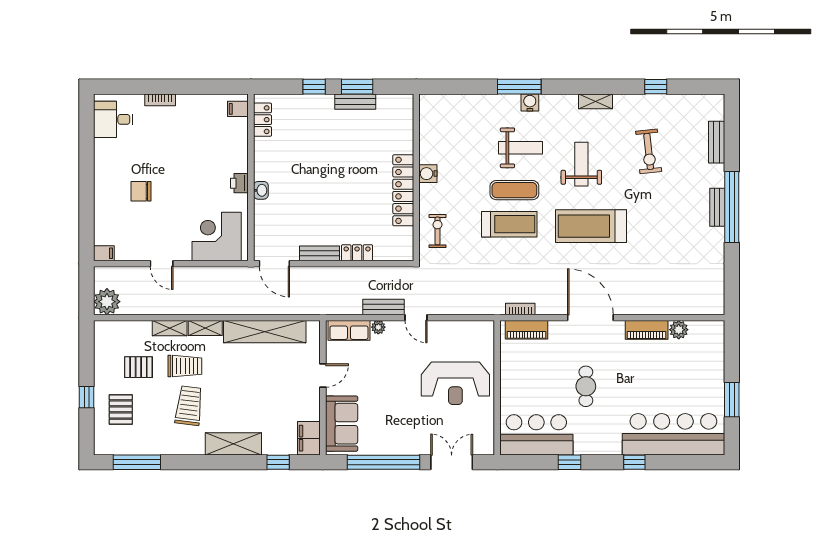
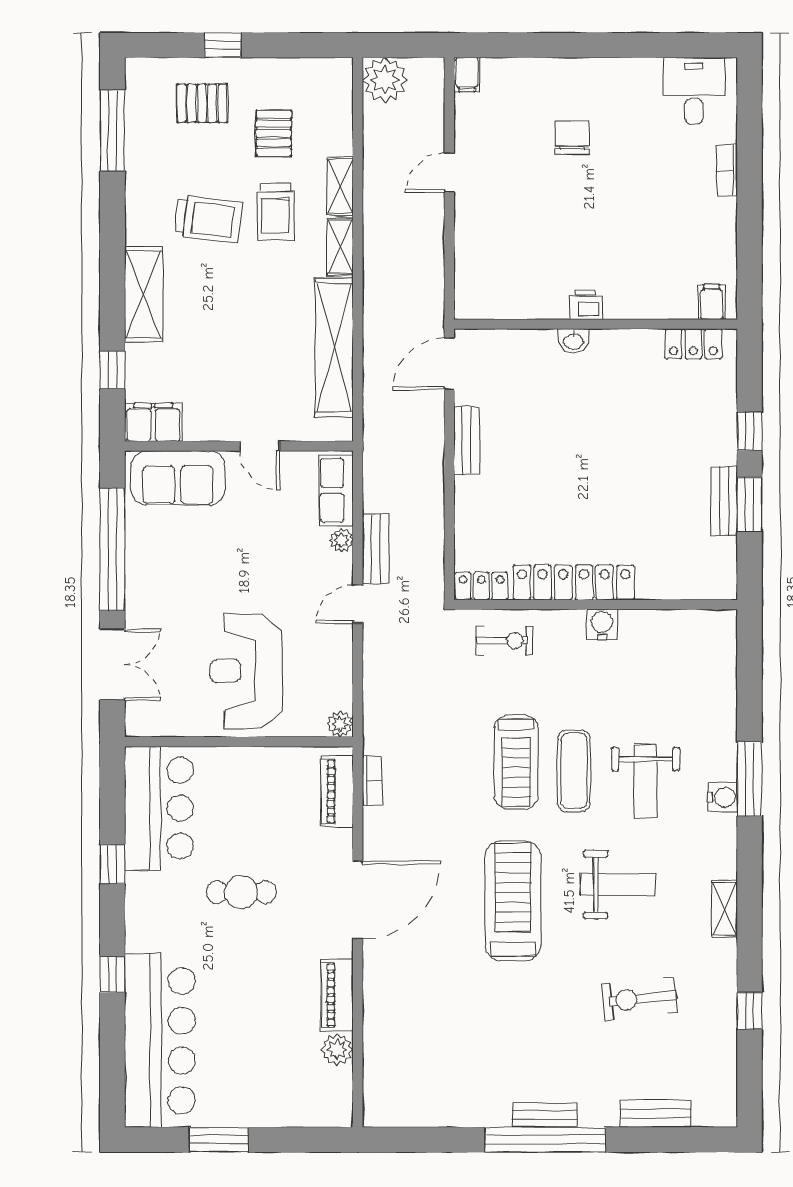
corner desk: (217, 236) -> (495, 266), removed
locker: (357, 253) -> (481, 586), moved, turned -90
plant: (487, 328) -> (340, 724), added

